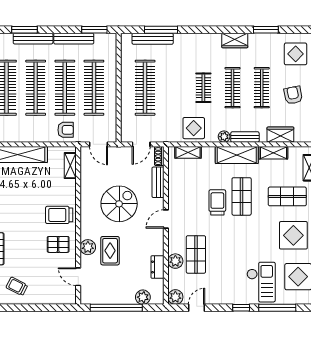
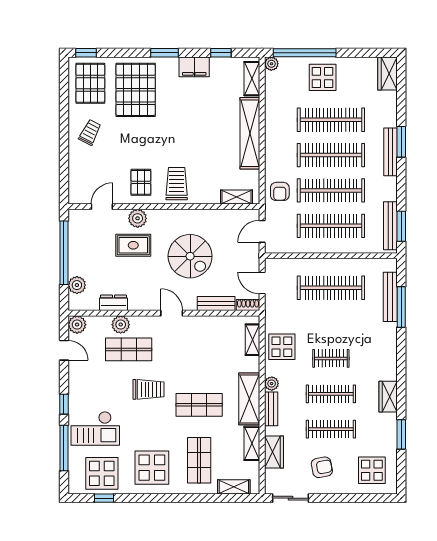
bench: (74, 39) -> (390, 226), moved
trolley: (217, 202) -> (149, 389), moved

